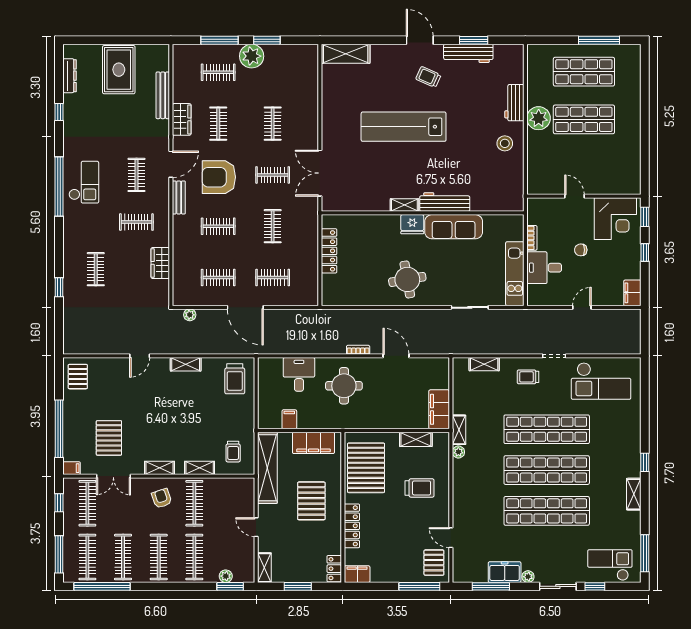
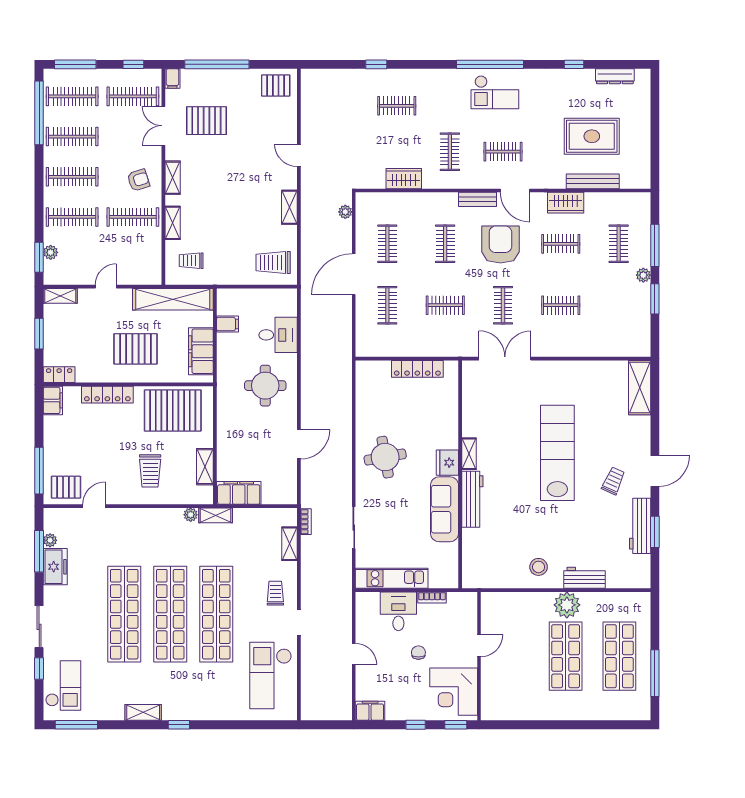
plant: (252, 56) -> (643, 275), width x0.53, depth x0.53
rug: (119, 70) -> (592, 136), moved
bookcase: (358, 350) -> (306, 522), moved
plant: (528, 577) -> (50, 540), moved

